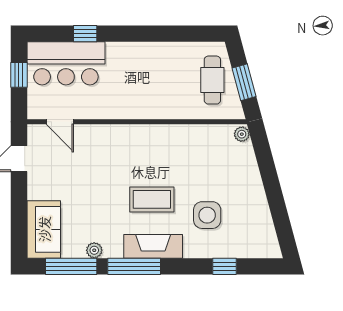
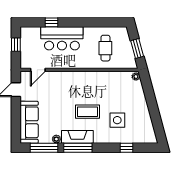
bar counter: (66, 63) -> (62, 38), moved
cafe table: (212, 80) -> (105, 48), moved
door: (60, 122) -> (38, 70), hinge flipped
sofa: (44, 229) -> (29, 122), width x1.36
fireplace: (153, 246) -> (77, 137), moved

